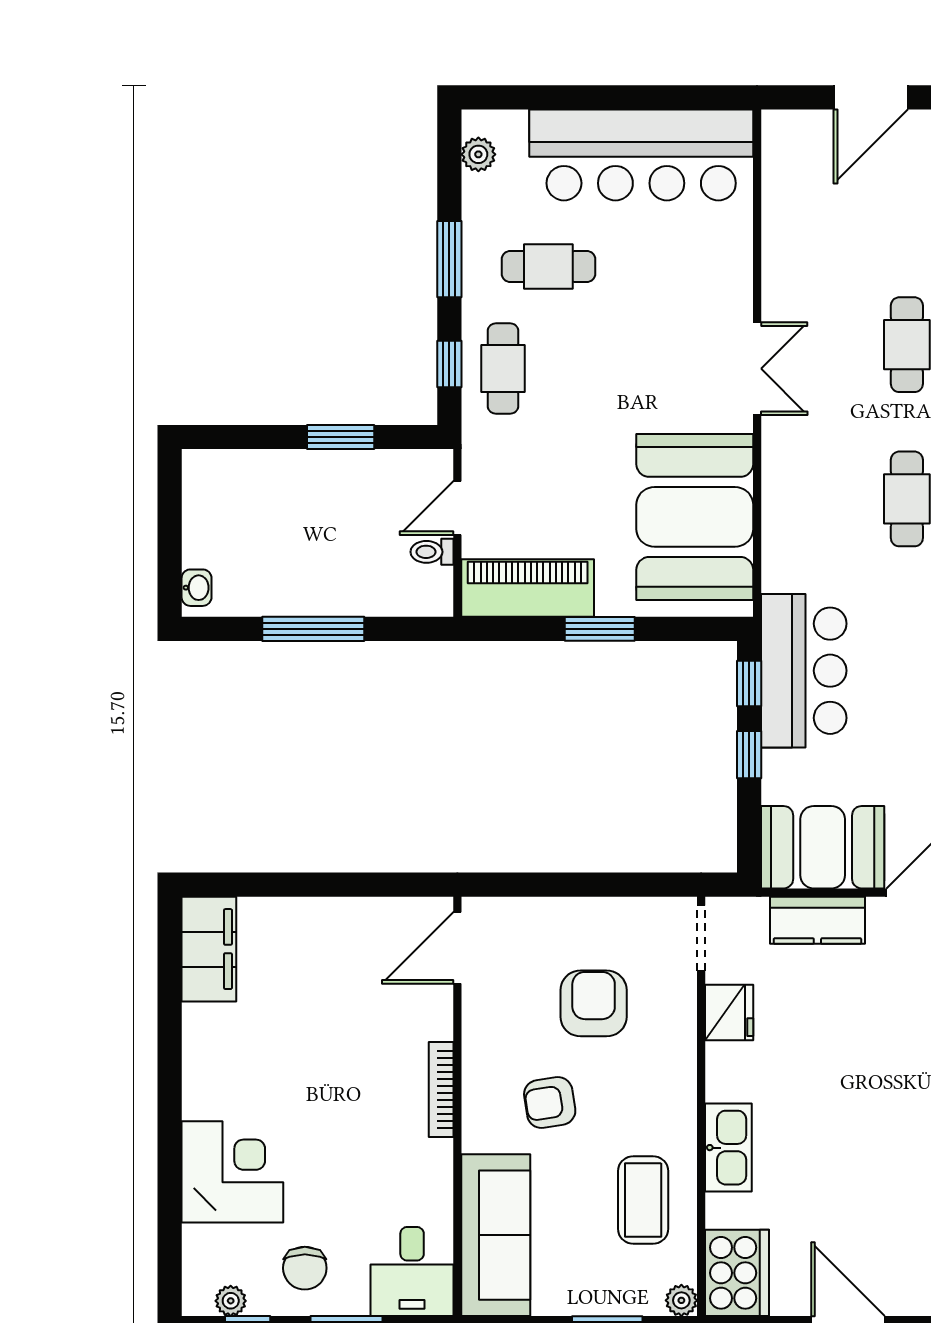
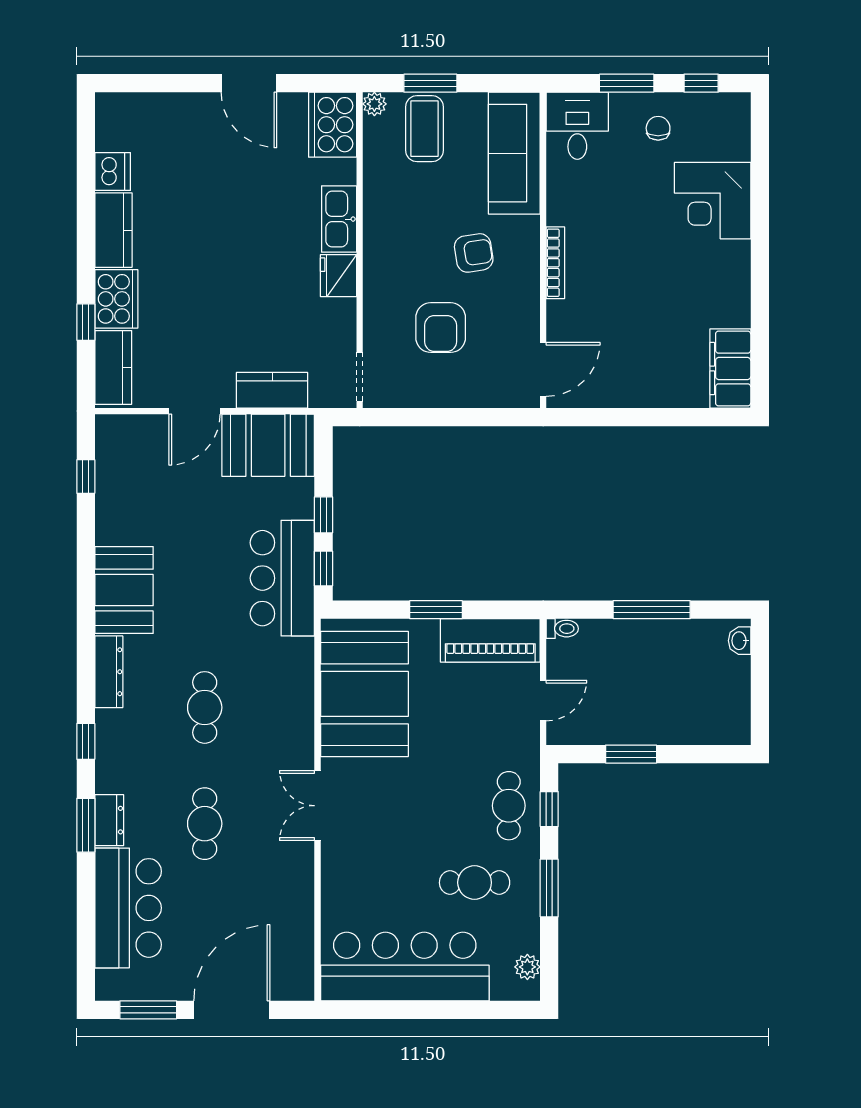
door: (871, 97) -> (232, 1010), width x1.36
toilet: (432, 552) -> (562, 629), moved
fridge: (729, 1013) -> (339, 276), moved
coffee table: (643, 1200) -> (425, 129), moved
chair: (305, 1268) -> (658, 128), width x0.73, depth x0.73
plant: (231, 1301) -> (714, 104), removed

